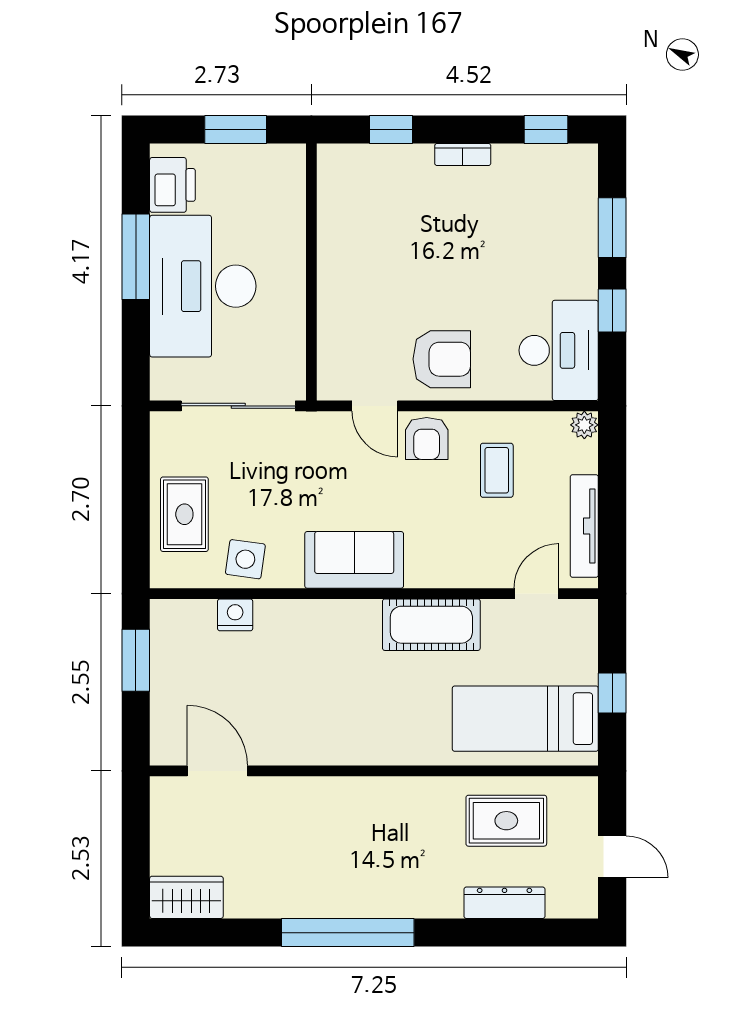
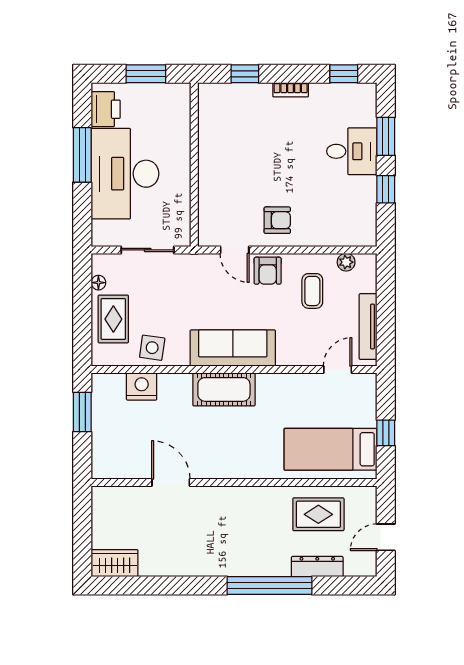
desk: (559, 350) -> (352, 151), moved, width x0.73
armchair: (442, 359) -> (277, 220), width x0.72, depth x0.72
sliding door: (238, 406) -> (148, 250), width x0.73
plant: (584, 425) -> (346, 262), moved
floor lamp: (161, 457) -> (98, 283), added
sofa: (354, 560) -> (233, 348), width x1.36
nightstand: (235, 615) -> (142, 386), width x1.36, depth x1.33
cot: (431, 625) -> (224, 389), moved
door: (217, 771) -> (171, 483), moved
door: (612, 857) -> (386, 537), swing flipped
window: (348, 933) -> (270, 586), moved

